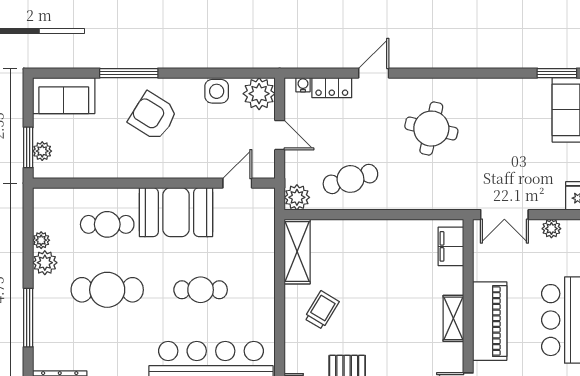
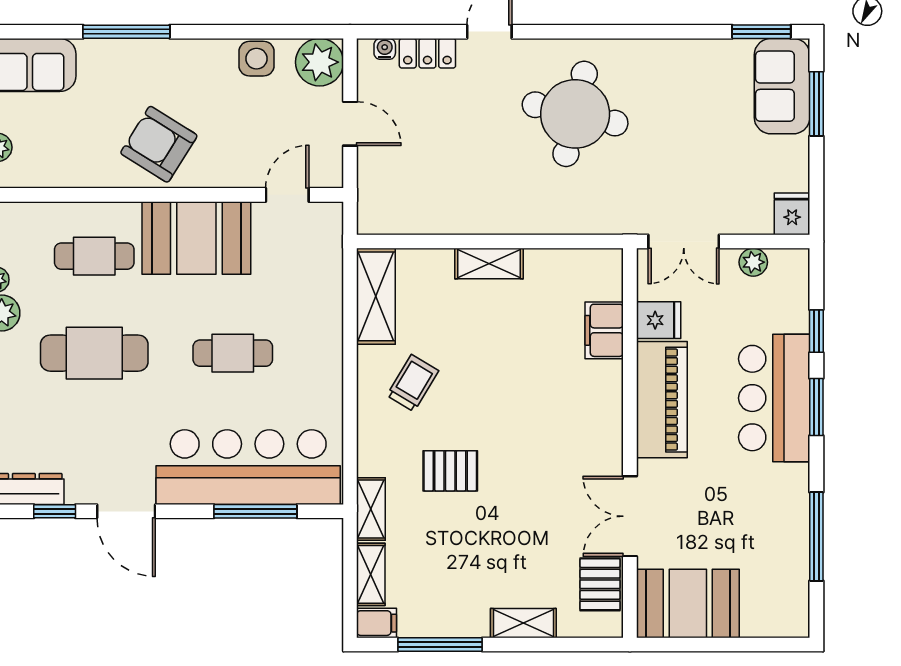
armchair: (153, 116) -> (159, 144), moved
round table: (431, 129) -> (575, 114), width x1.36, depth x1.36
cafe table: (350, 179) -> (455, 189), removed
plant: (297, 197) -> (376, 216), removed
filing cabinet: (451, 246) -> (604, 330), moved
fridge: (488, 268) -> (659, 320), added
shelving: (453, 318) -> (489, 264), moved, turned 90

